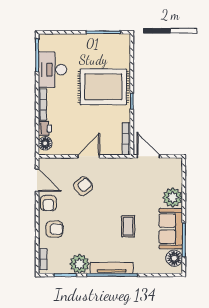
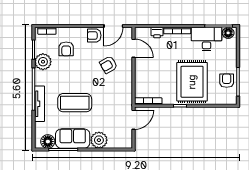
armchair: (102, 46) -> (227, 81), added
floor lamp: (45, 143) -> (228, 33), moved
door: (89, 156) -> (134, 48), moved
armchair: (83, 186) -> (108, 65), turned 99
coffee table: (128, 226) -> (75, 103), width x1.86, depth x1.72
armchair: (54, 229) -> (66, 49), moved
tv unit: (112, 268) -> (40, 104), moved

